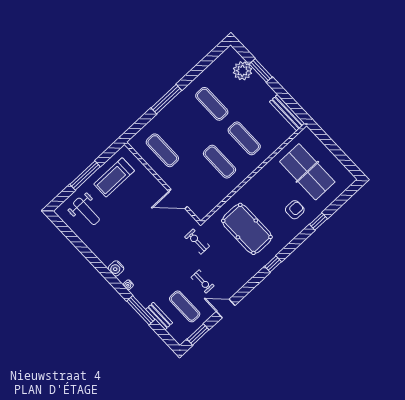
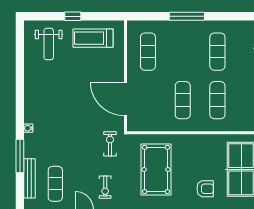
window: (85, 175) -> (73, 16), width x0.46
door: (178, 199) -> (126, 99), width x1.36
water cooler: (116, 268) -> (31, 107), removed
exercise bike: (203, 282) -> (105, 187), moved
bench: (159, 316) -> (30, 178), width x1.36

